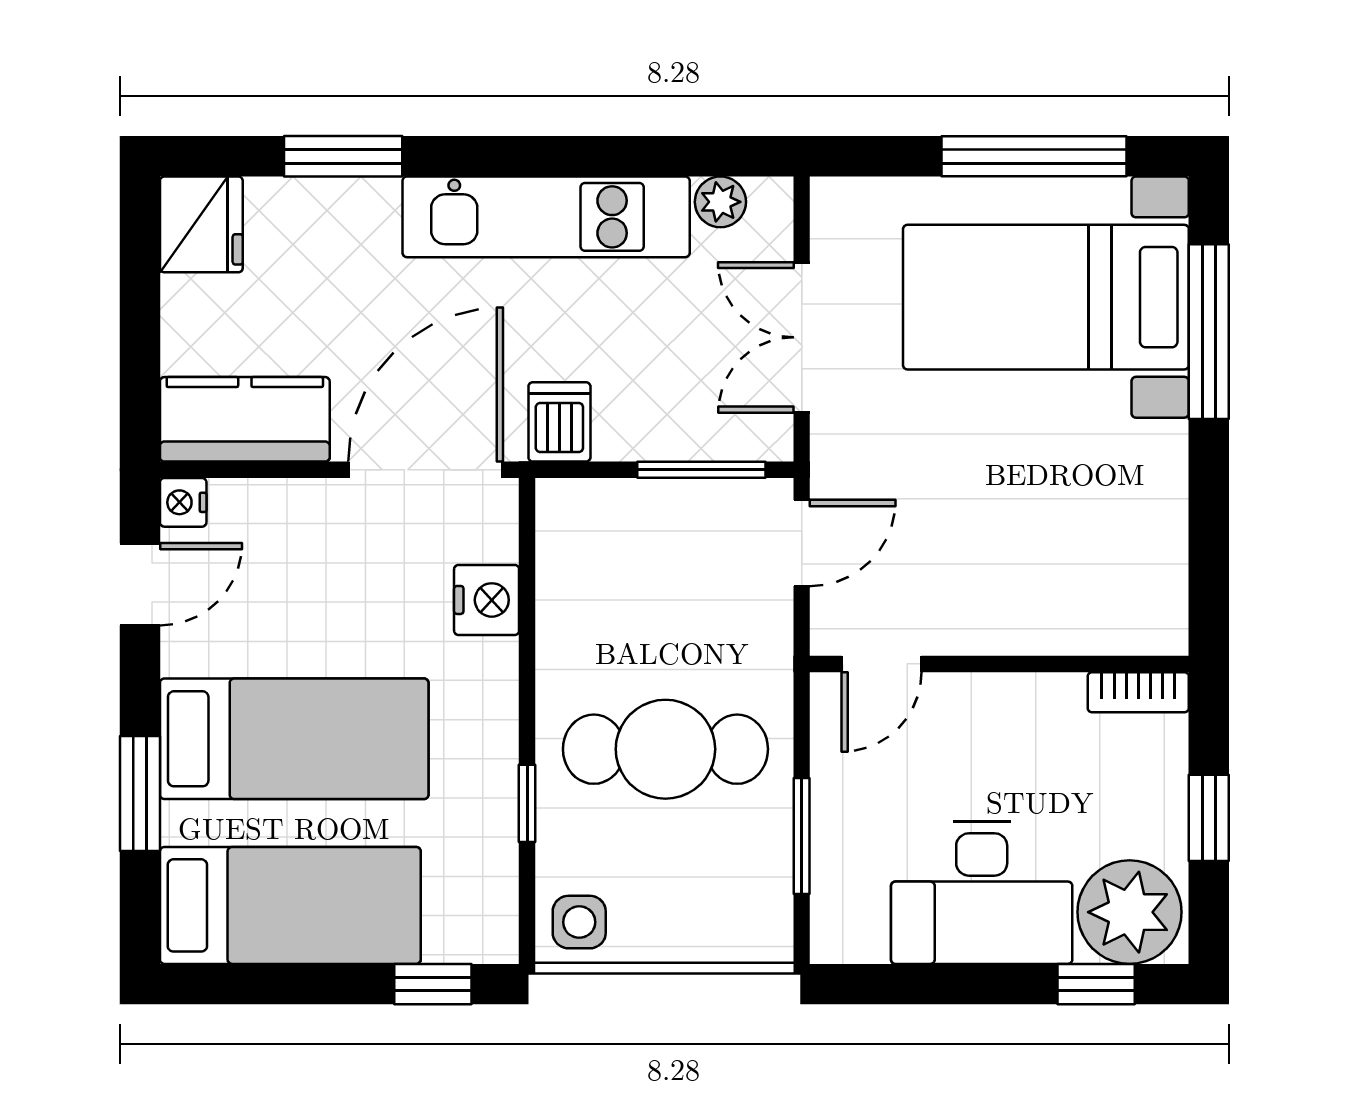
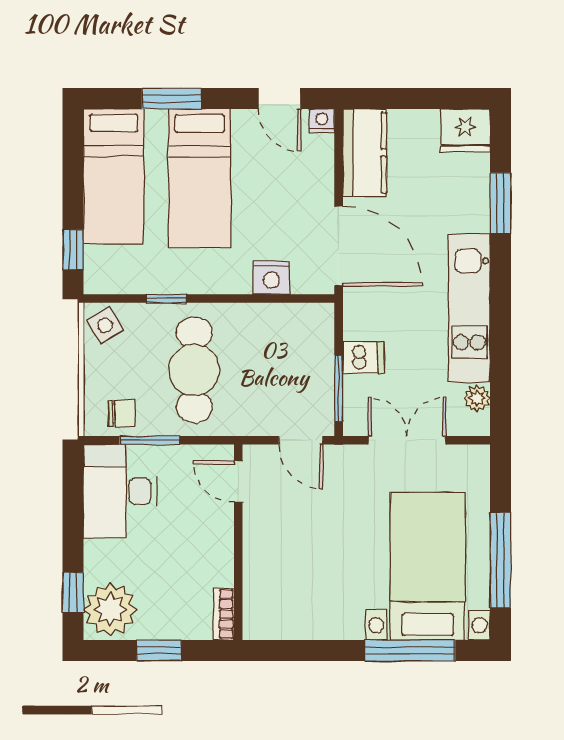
dishwasher: (559, 422) -> (363, 358), moved
chair: (750, 890) -> (122, 413), added
desk: (982, 893) -> (120, 491), moved
side table: (579, 922) -> (105, 325), turned -31

